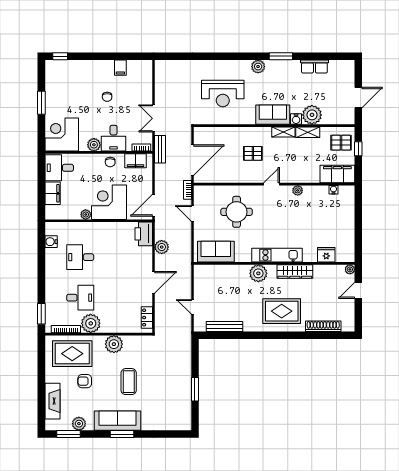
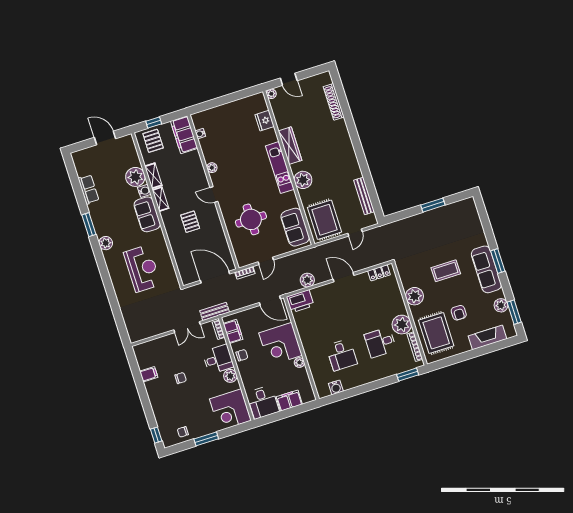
chair: (55, 83) -> (183, 432), added
desk: (80, 298) -> (380, 342), turned -90
rug: (282, 311) -> (325, 220), moved

